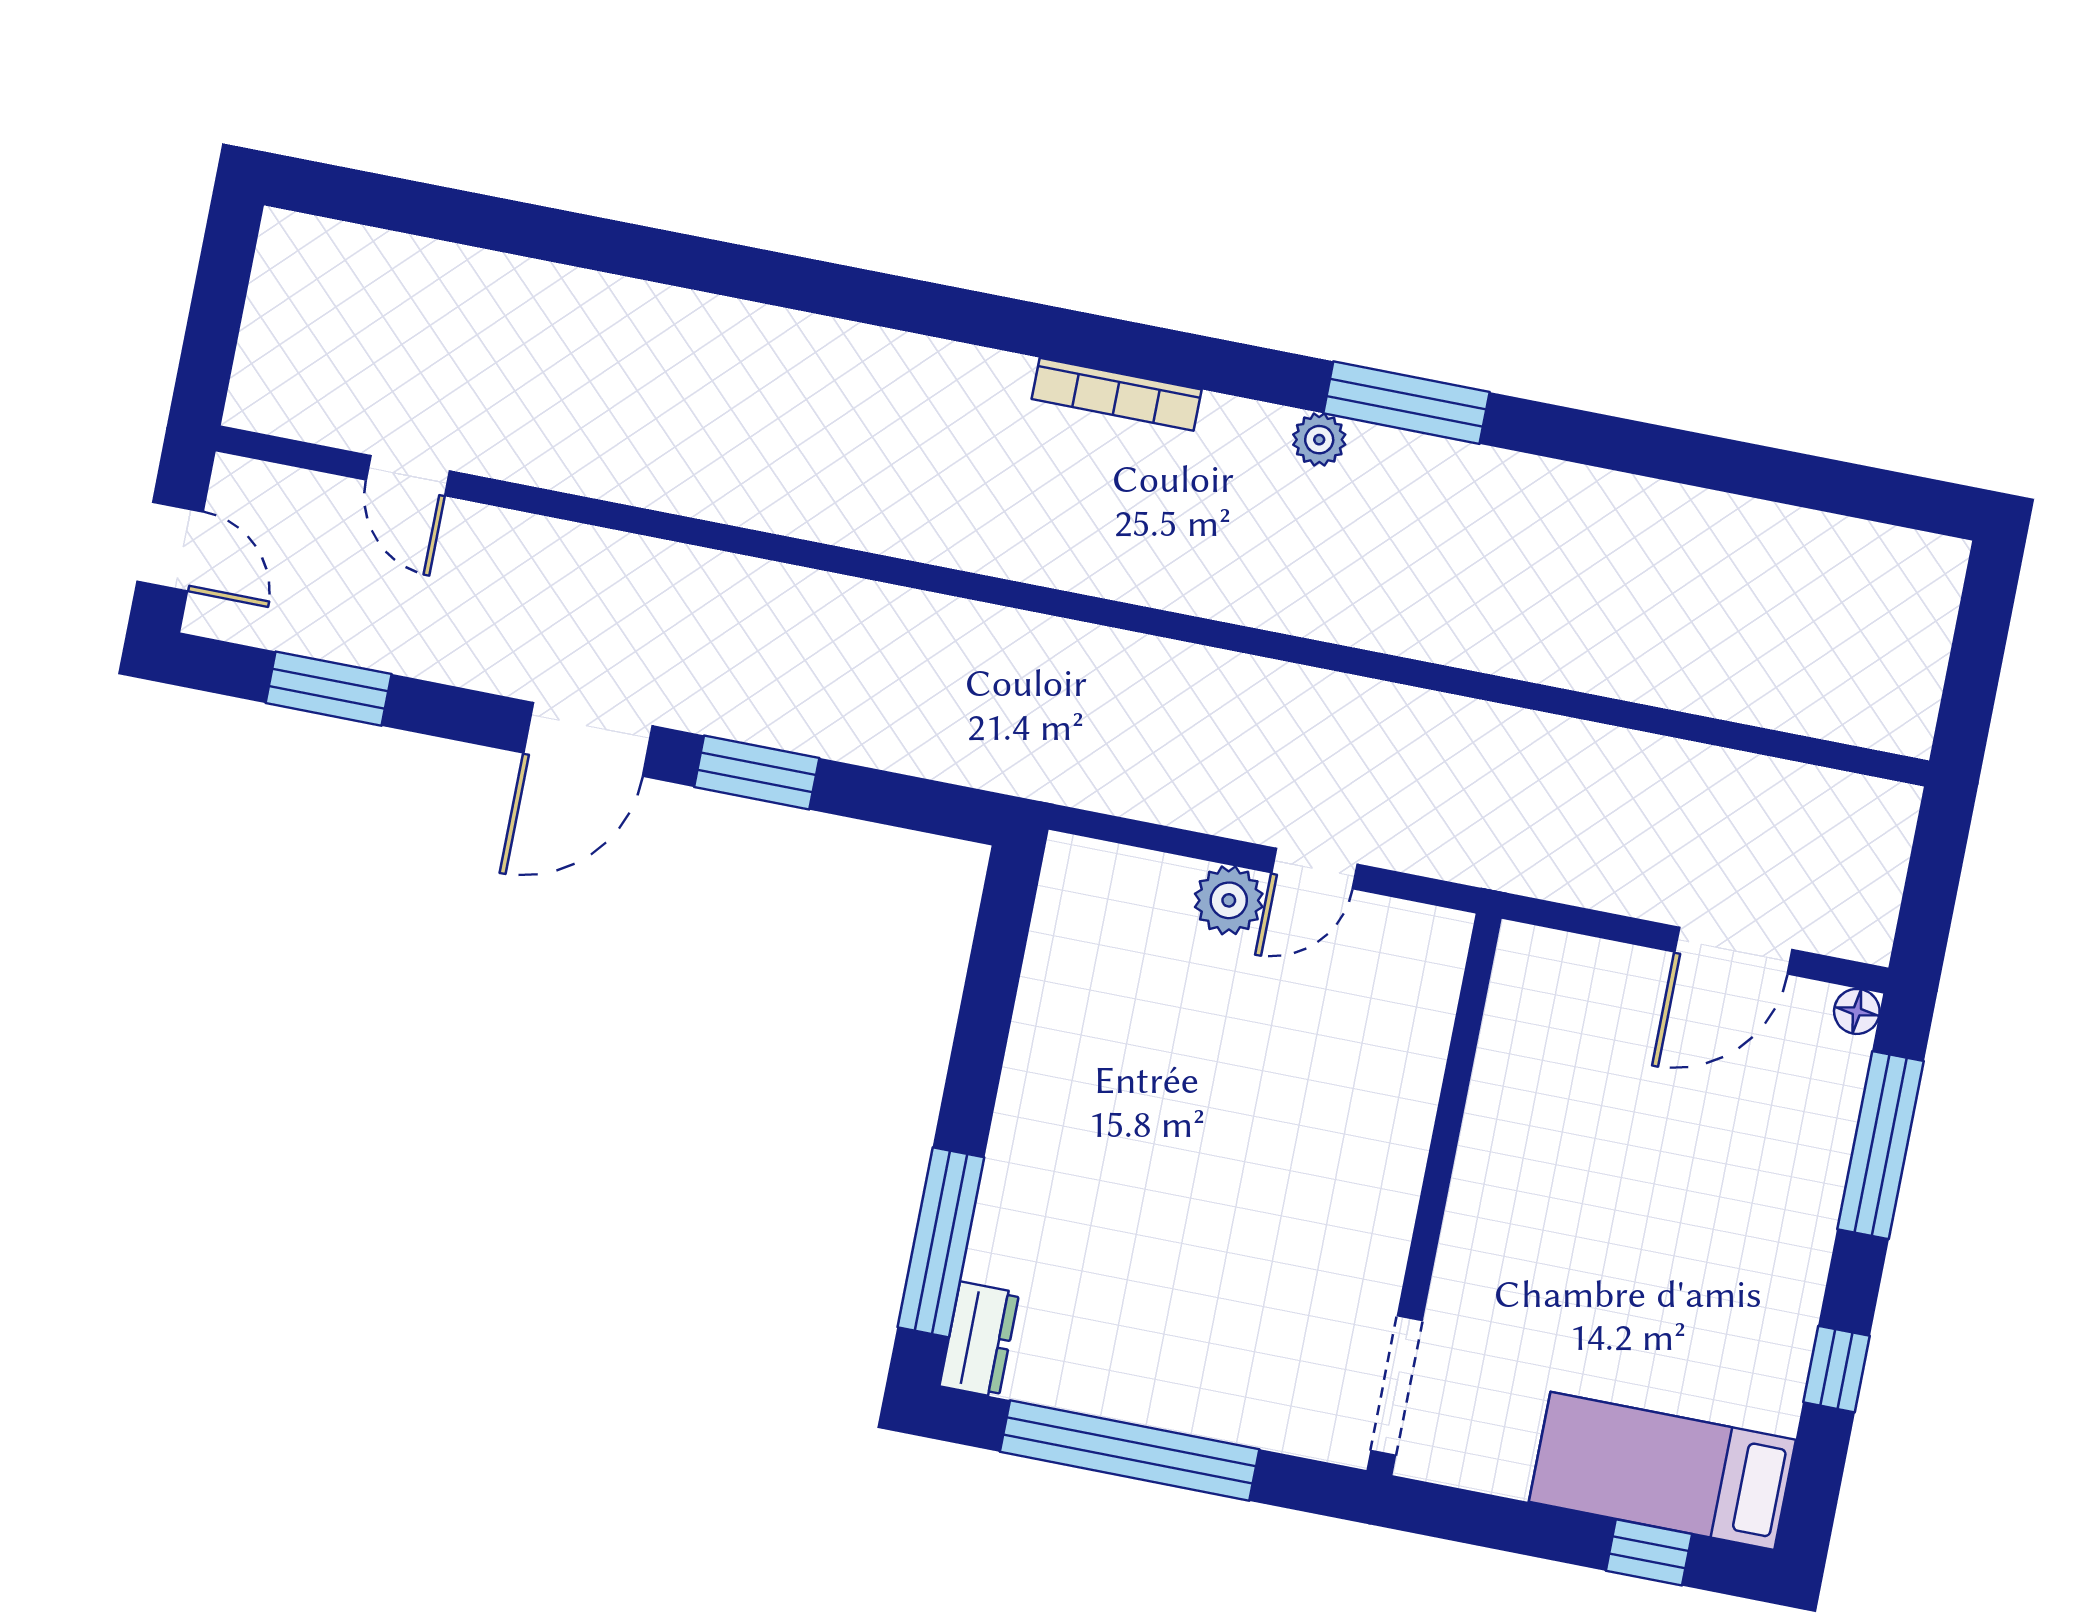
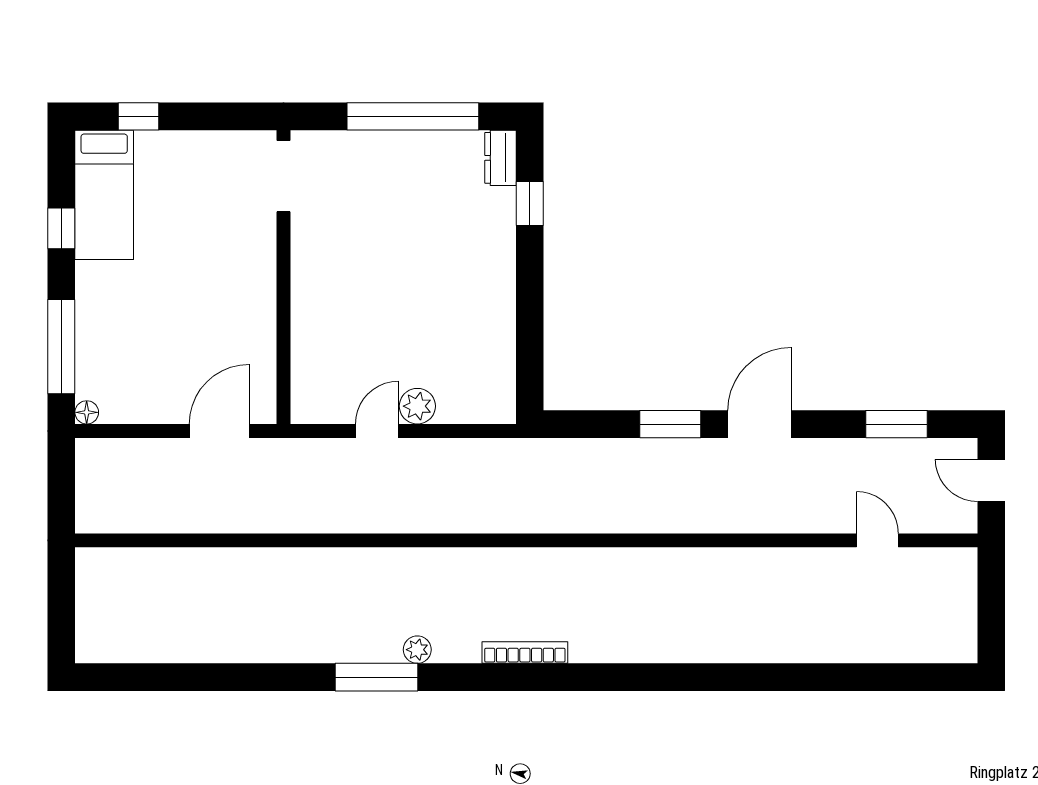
door: (1733, 951) -> (219, 431), moved
window: (941, 1242) -> (530, 203), width x0.46
bed: (1662, 1471) -> (104, 195), moved, turned 90

